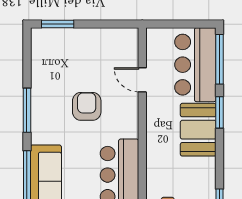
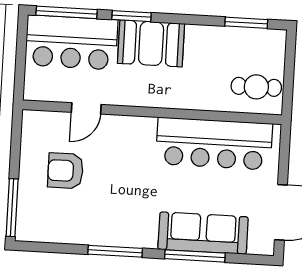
window: (58, 24) -> (12, 208), width x1.44
armchair: (87, 106) -> (65, 171), moved

